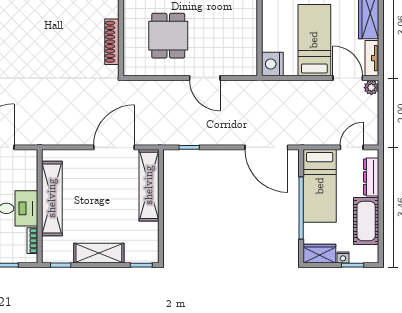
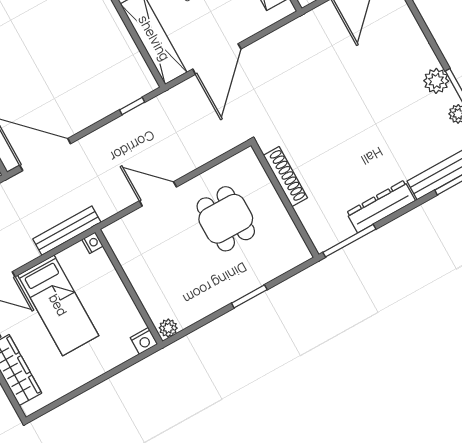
nightstand: (272, 64) -> (92, 243), width x0.53, depth x0.56
bench: (280, 87) -> (67, 231), added

